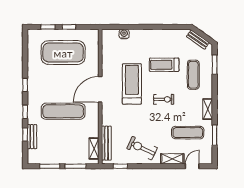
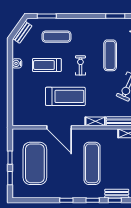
water cooler: (124, 34) -> (17, 63), moved
treadmill: (164, 65) -> (47, 65), turned 90
treadmill: (132, 84) -> (65, 96), turned 180
door: (100, 89) -> (59, 127), moved
shelving: (208, 109) -> (95, 121), moved
exercise mat: (188, 133) -> (110, 55), moved

